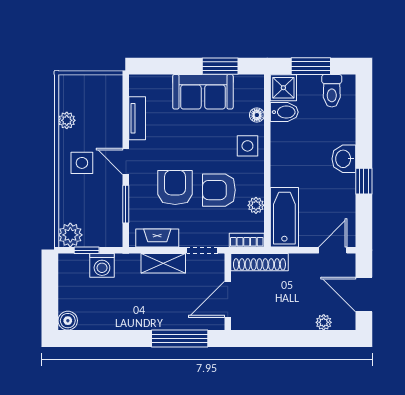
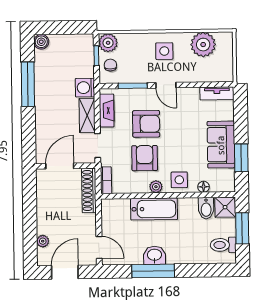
tv unit: (137, 118) -> (217, 93), moved
plant: (67, 120) -> (203, 45), width x1.88, depth x1.88
washbasin: (344, 159) -> (154, 255), moved
door: (126, 161) -> (166, 85), swing flipped
window: (364, 181) -> (153, 271), width x2.17
plant: (256, 205) -> (156, 187), moved
bathtub: (284, 217) -> (154, 209), moved
chair: (99, 232) -> (110, 65), added
washing machine: (102, 265) -> (85, 88), moved
door: (228, 299) -> (60, 166), hinge flipped
window: (180, 339) -> (28, 84), moved

